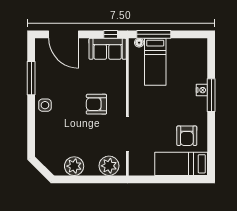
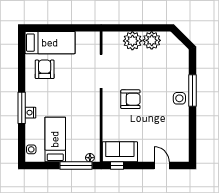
door: (64, 34) -> (162, 166), width x0.53
side table: (201, 51) -> (31, 149), added
bed: (155, 62) -> (55, 139), moved
window: (31, 78) -> (193, 90), moved
plant: (109, 166) -> (132, 41), moved

